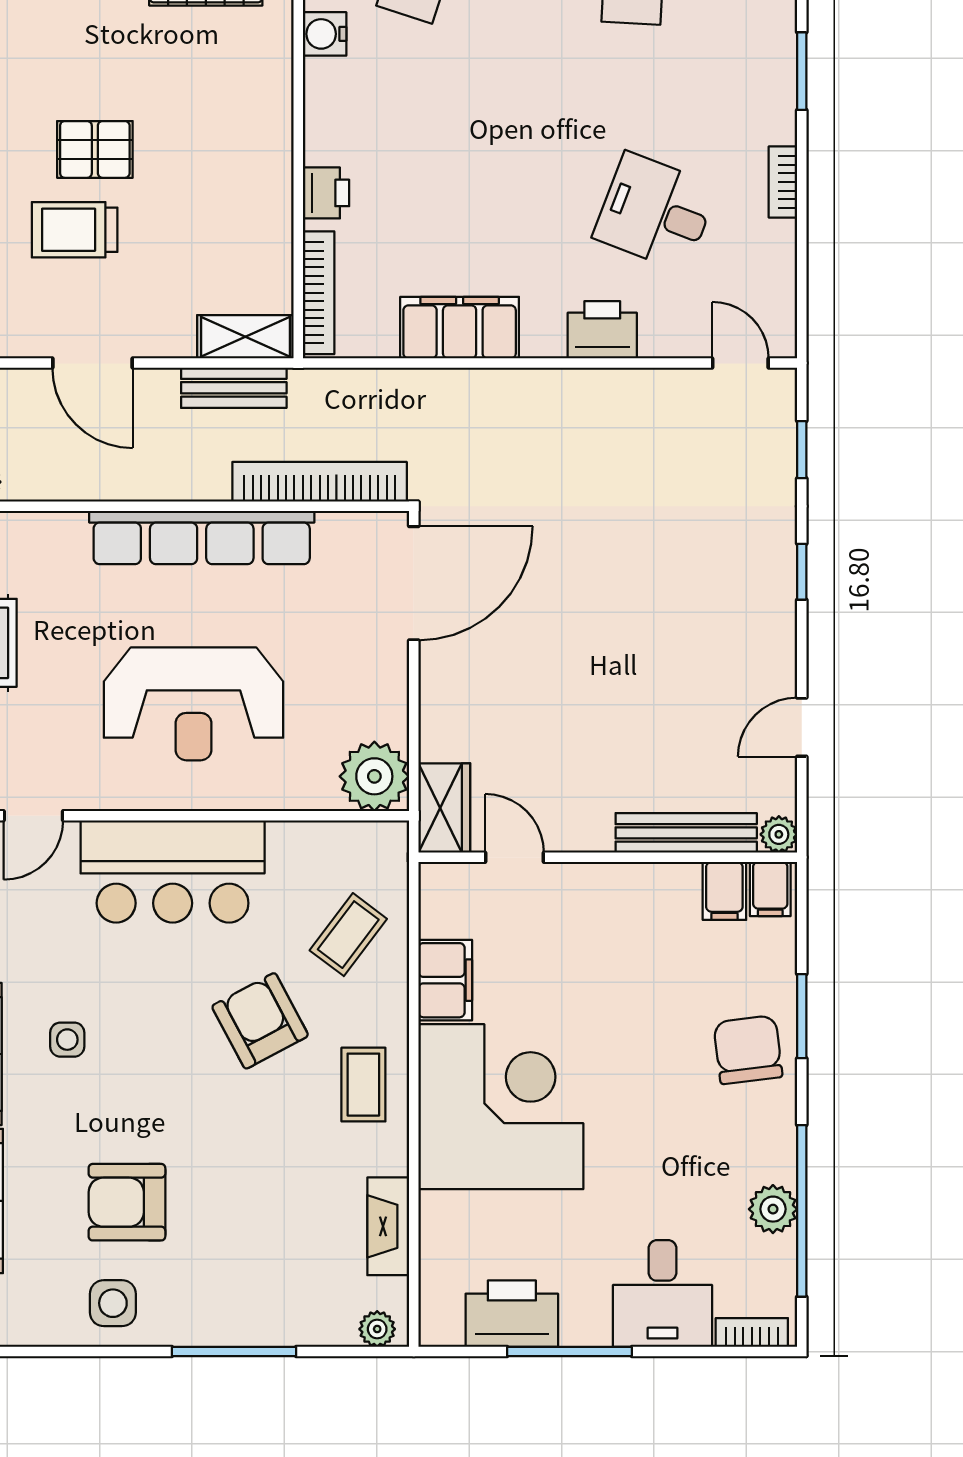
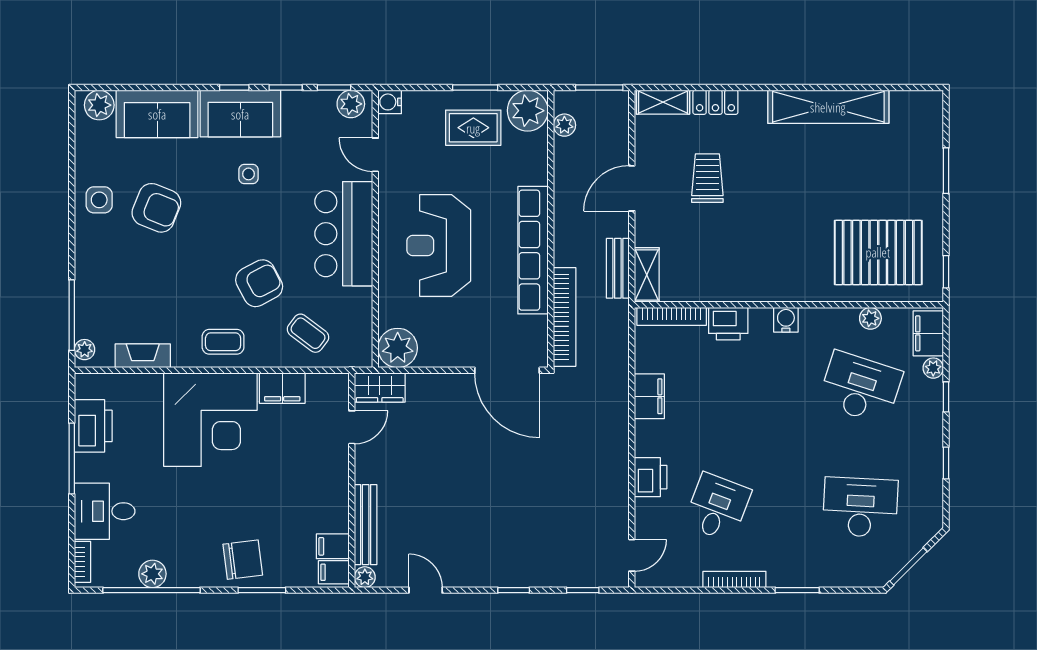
water cooler: (325, 34) -> (786, 320), moved
pallet: (95, 149) -> (753, 190), removed
bookcase: (783, 182) -> (734, 579), width x1.56
printer: (326, 193) -> (728, 324), width x1.36, depth x1.24
filing cabinet: (460, 328) -> (649, 396), width x0.67, depth x0.86
armchair: (127, 1202) -> (156, 208), turned 112
window: (234, 1352) -> (72, 315), moved

